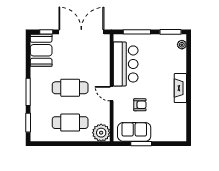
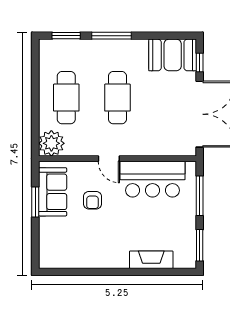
plant: (182, 45) -> (181, 262), removed
fireplace: (180, 88) -> (151, 260), moved
door: (112, 94) -> (109, 159), swing flipped

